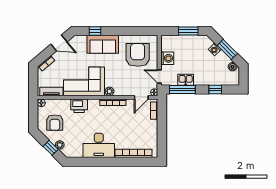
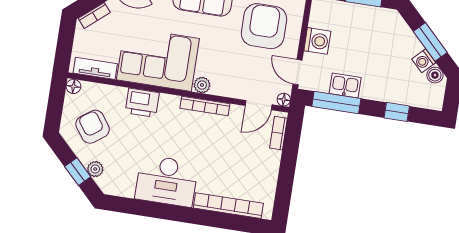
washing machine: (215, 49) -> (424, 61), moved
armchair: (55, 123) -> (93, 127), turned 144

